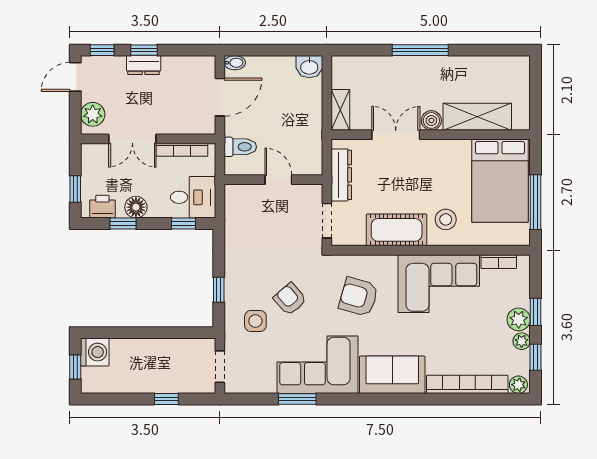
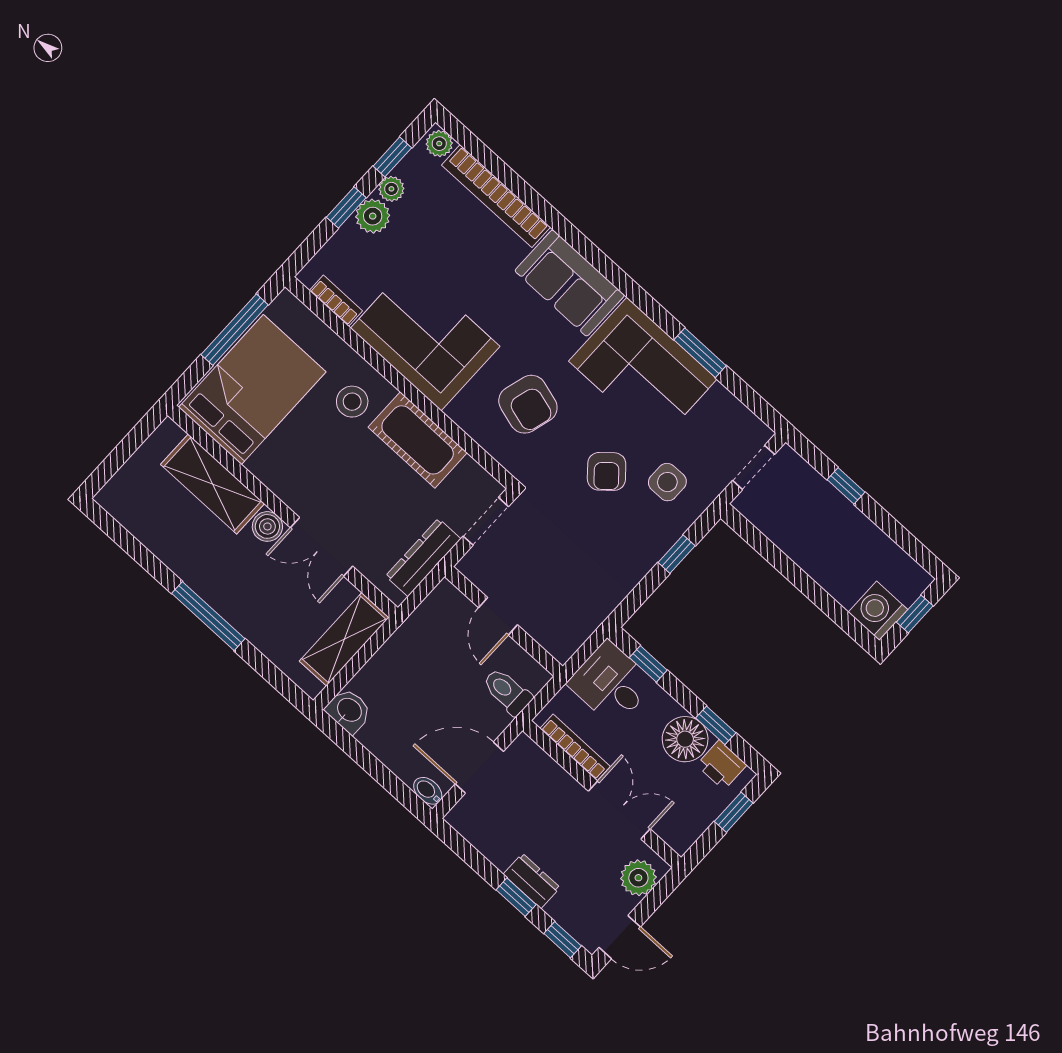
shelving: (340, 110) -> (344, 639), width x1.50, depth x1.33
floor lamp: (136, 207) -> (685, 739), width x1.38, depth x1.38

